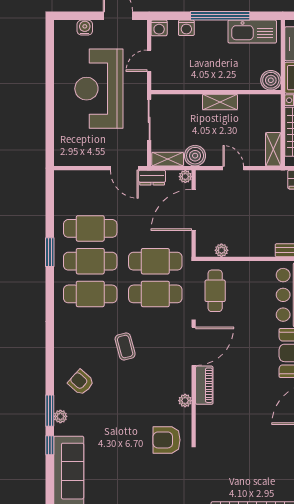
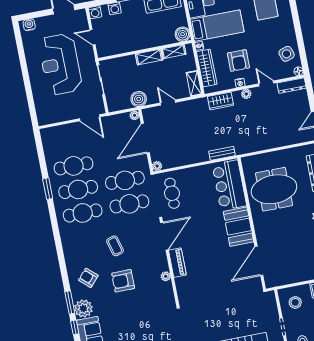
water cooler: (85, 28) -> (29, 25), moved
door: (149, 61) -> (92, 37), hinge flipped
shelving: (168, 159) -> (174, 52), moved
dresser: (152, 178) -> (111, 121), removed
plant: (221, 250) -> (157, 166), moved
plant: (60, 416) -> (83, 309), width x1.88, depth x1.88
armchair: (167, 440) -> (123, 281), moved

